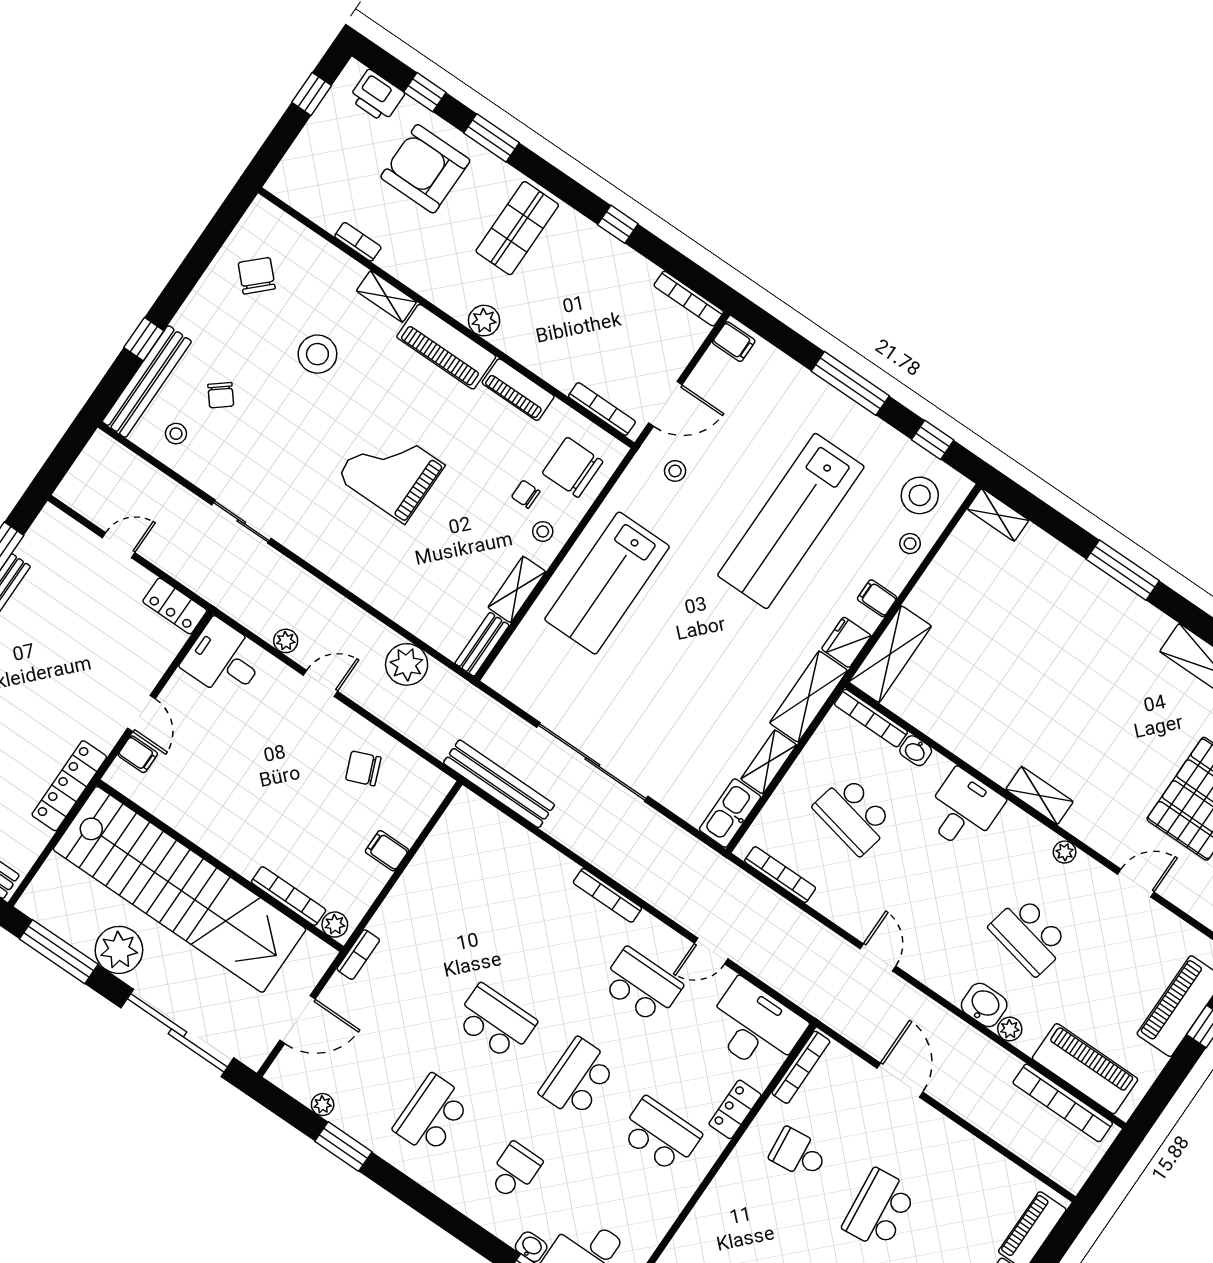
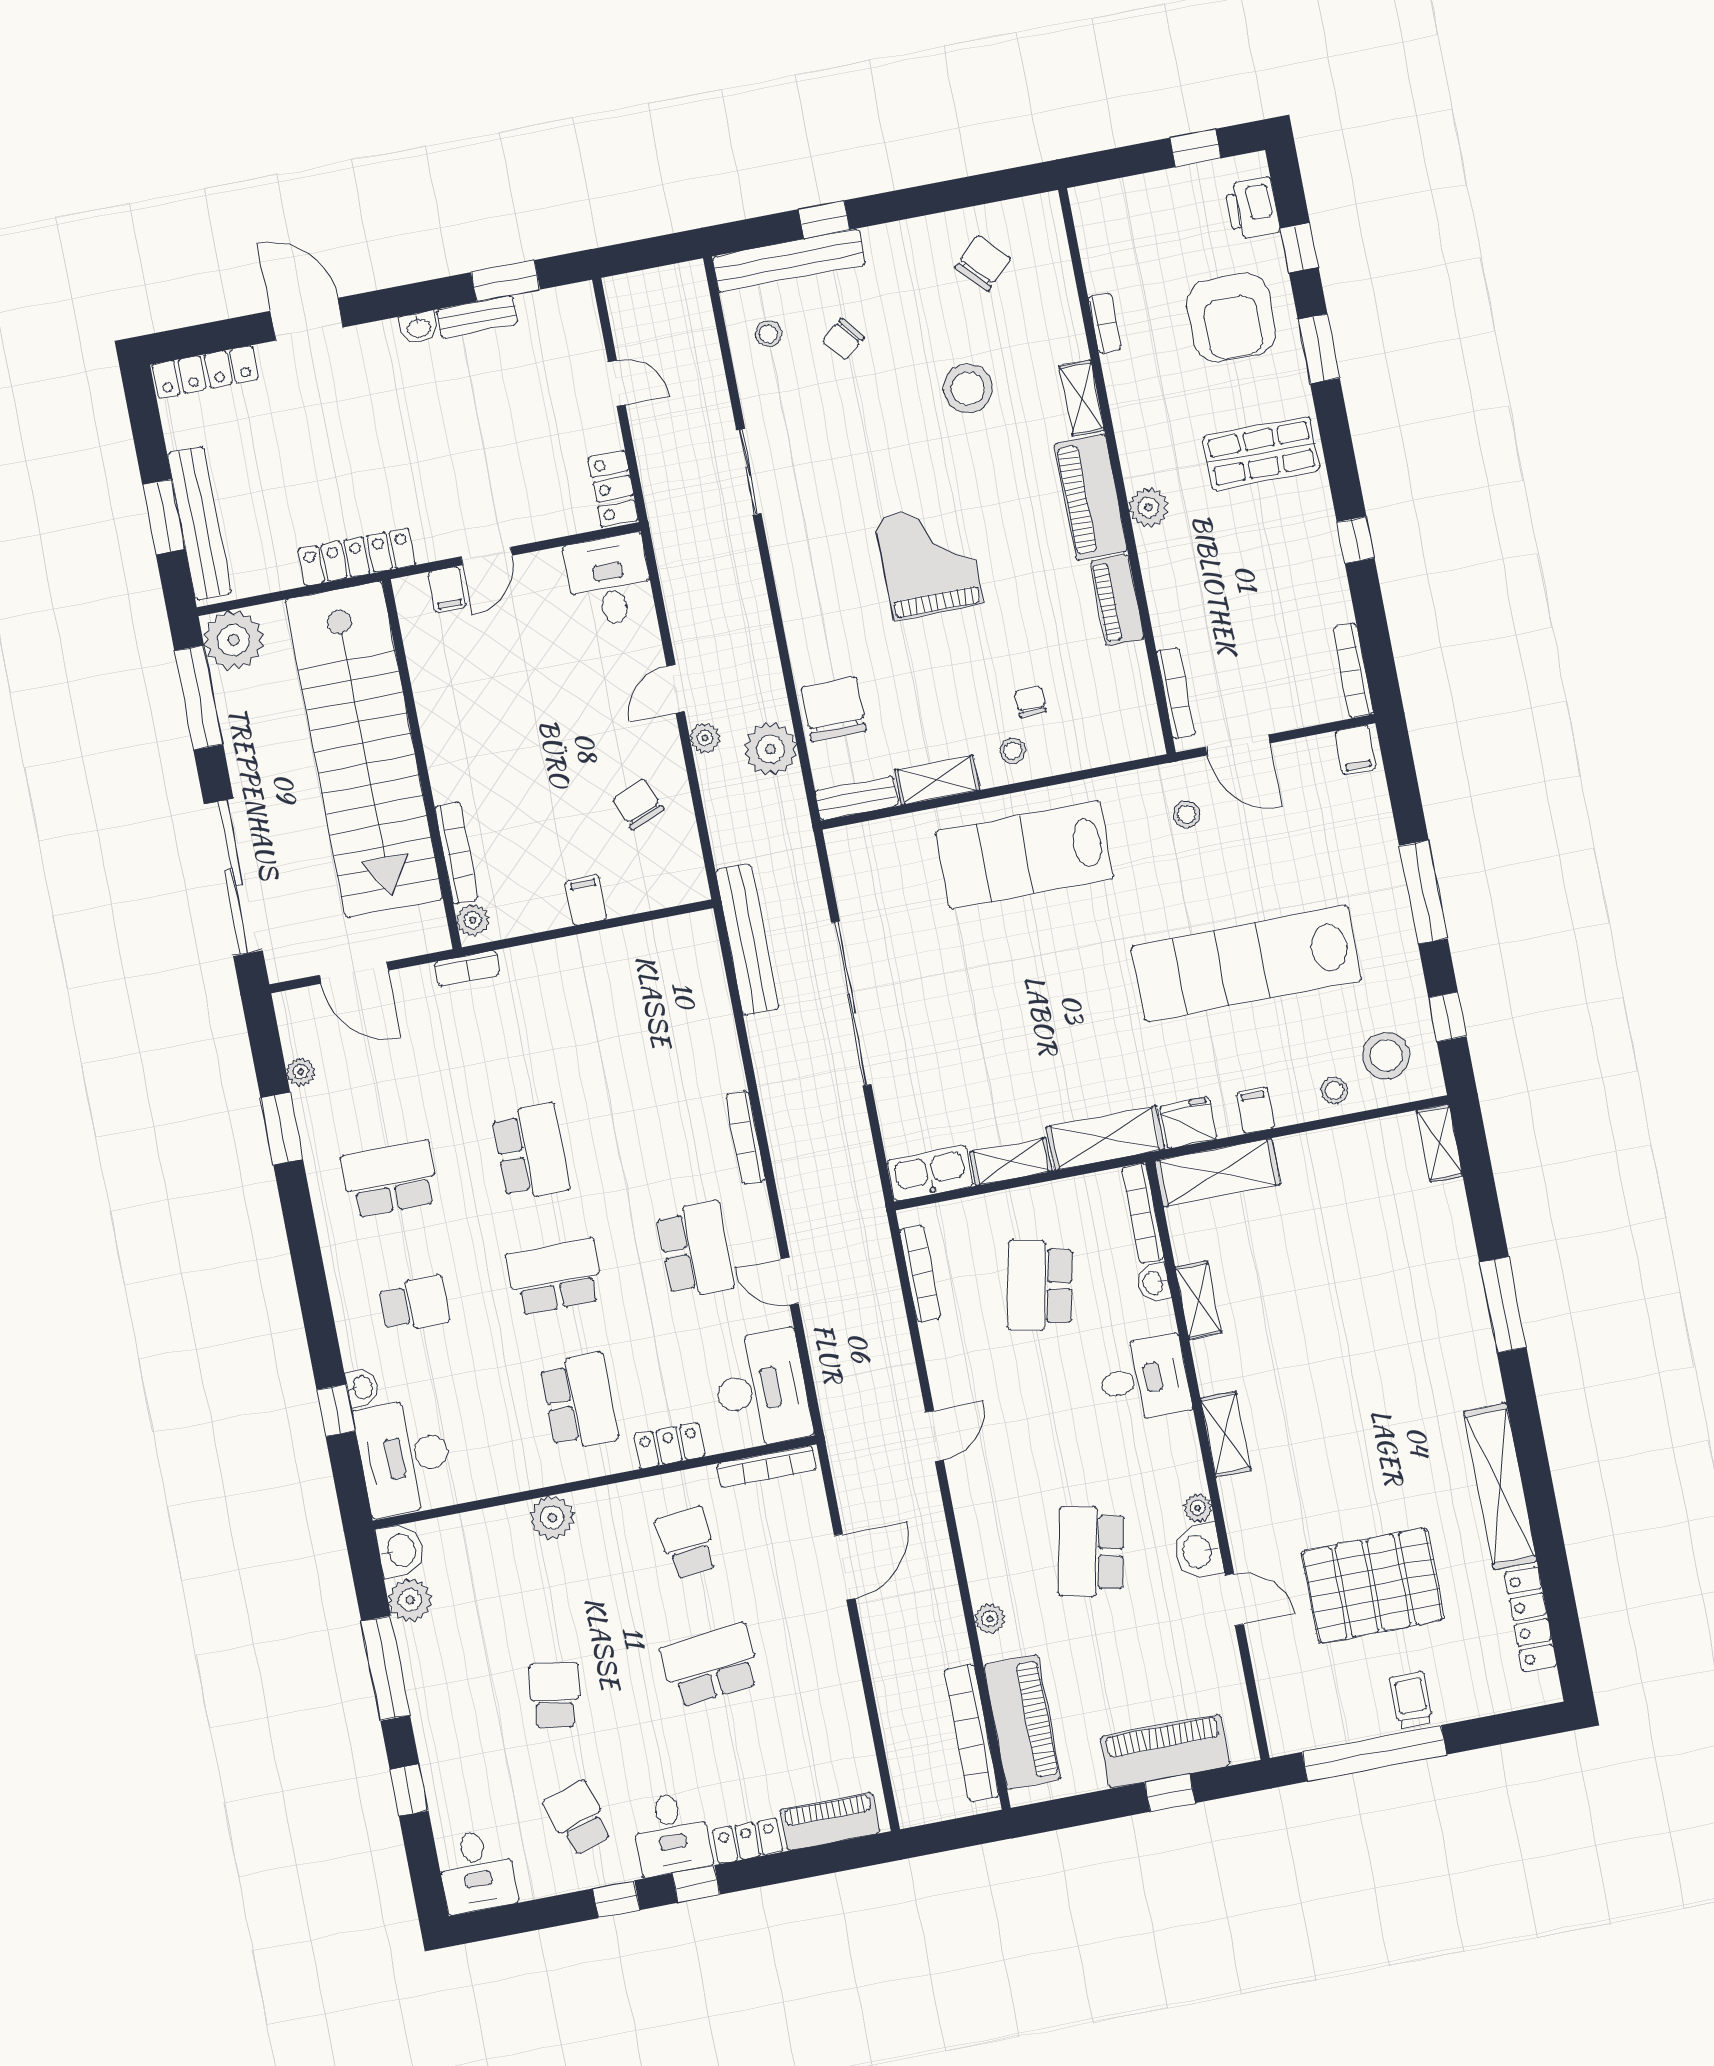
armchair: (425, 169) -> (1231, 317), turned 180
chair: (573, 467) -> (834, 709), moved
plant: (286, 641) -> (705, 738), moved
door: (320, 683) -> (676, 689), swing flipped
shelving: (950, 736) -> (1198, 1300), added
plant: (119, 950) -> (234, 640), moved
washbasin: (984, 1005) -> (1198, 1552), moved, turned 180
plant: (709, 1214) -> (552, 1518), added

